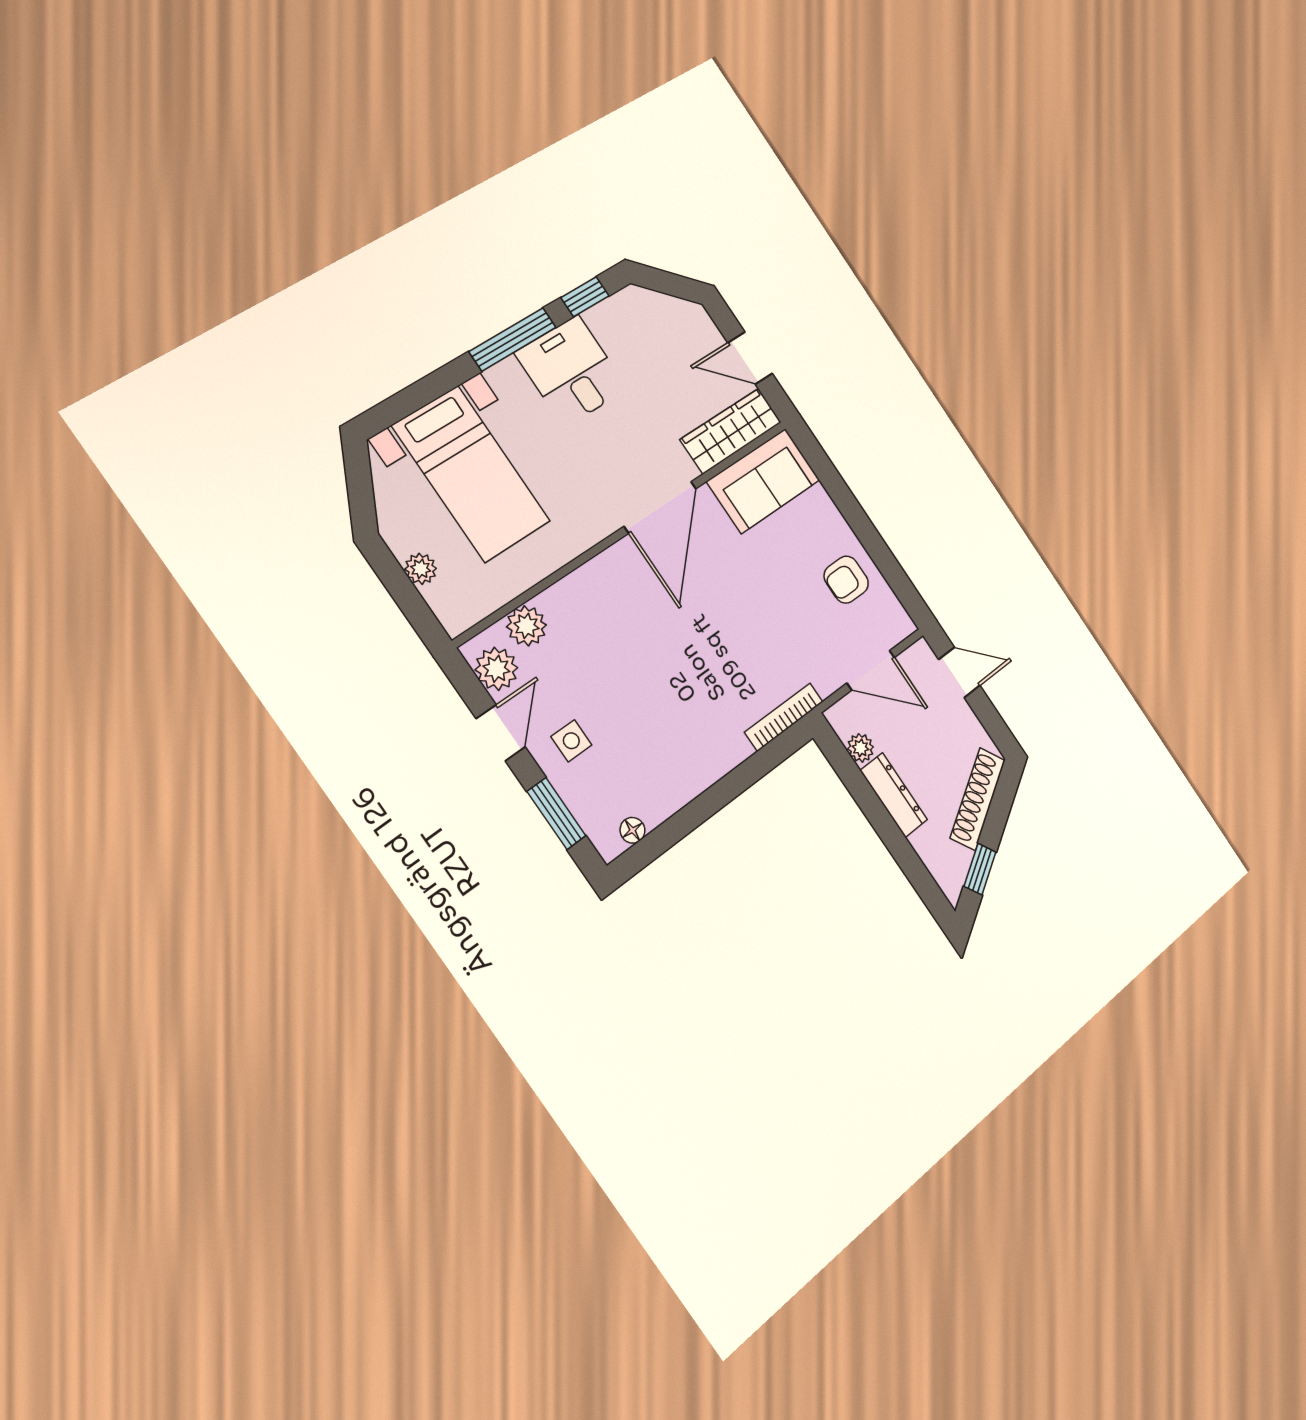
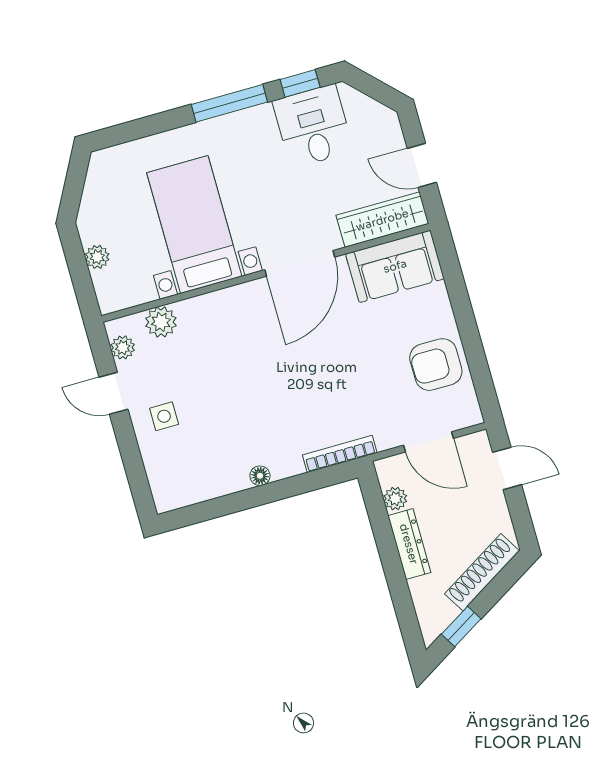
desk: (571, 371) -> (313, 126), moved
bed with nightstands: (471, 474) -> (194, 225), moved, turned 180
armchair: (846, 580) -> (436, 365), width x1.38, depth x1.38
plant: (496, 669) -> (123, 347), width x0.73, depth x0.73
door: (501, 733) -> (113, 393), swing flipped
window: (556, 814) -> (134, 465), removed
floor lamp: (632, 830) -> (260, 476), moved

